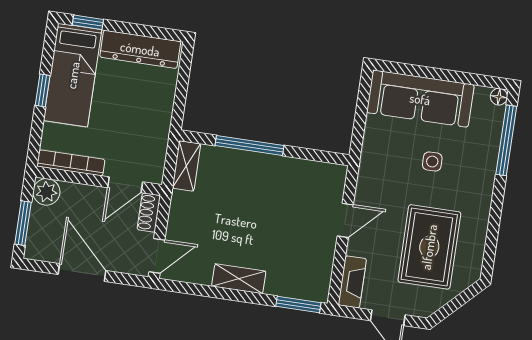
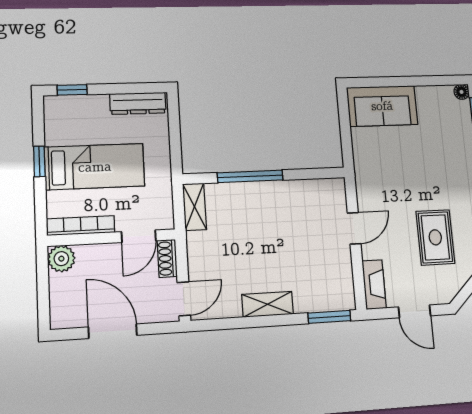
dresser: (140, 49) -> (138, 103), width x0.73, depth x0.80
bed: (73, 75) -> (95, 167), moved, turned -90
sofa: (420, 99) -> (382, 106), width x0.73
side table: (432, 162) -> (419, 159), removed
window: (23, 223) -> (43, 294), removed
rug: (429, 247) -> (435, 237), width x0.73, depth x0.70

